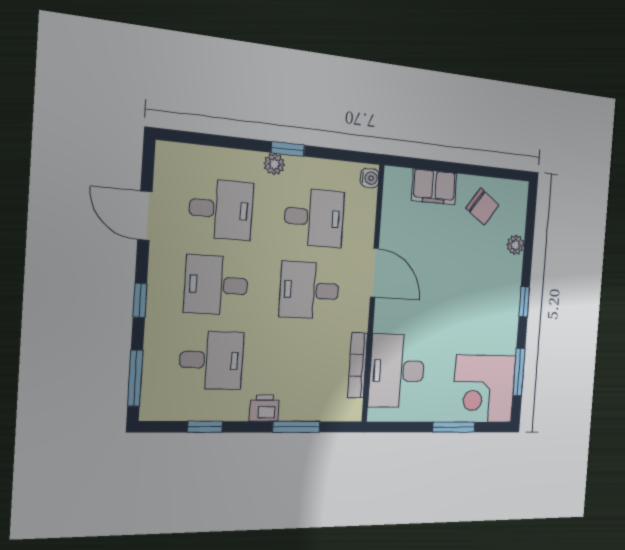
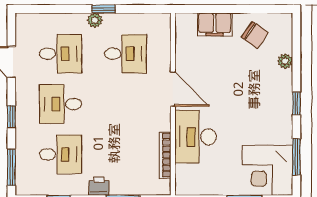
water cooler: (370, 178) -> (164, 23), removed
desk: (309, 290) -> (126, 104), removed
desk: (397, 371) -> (196, 137), moved

